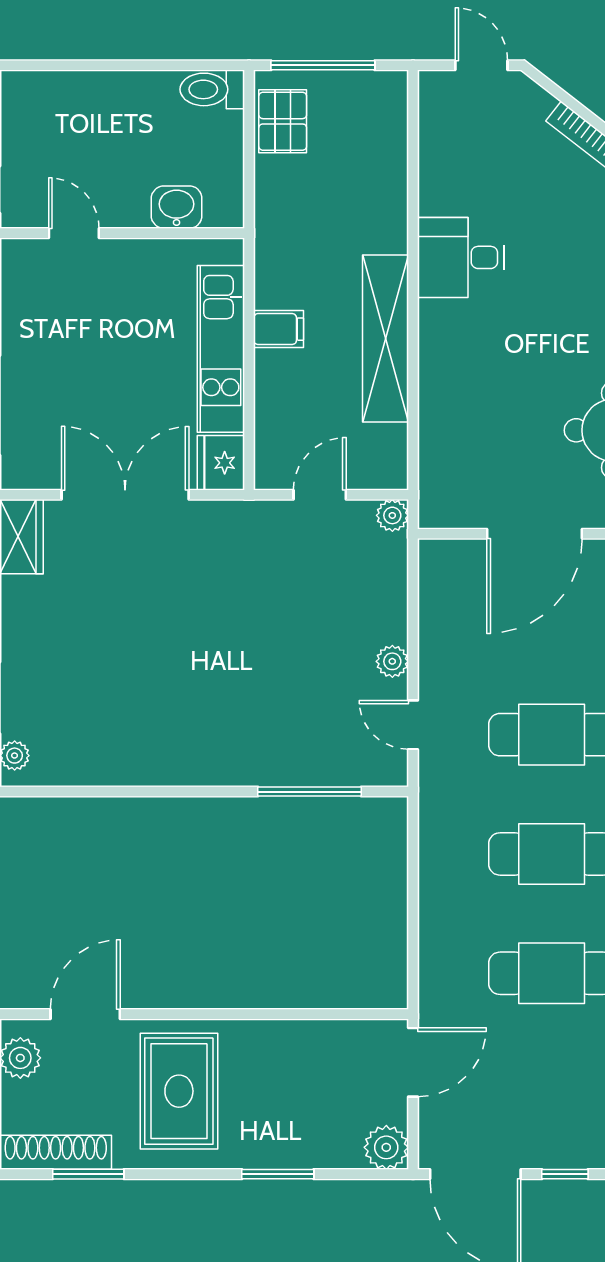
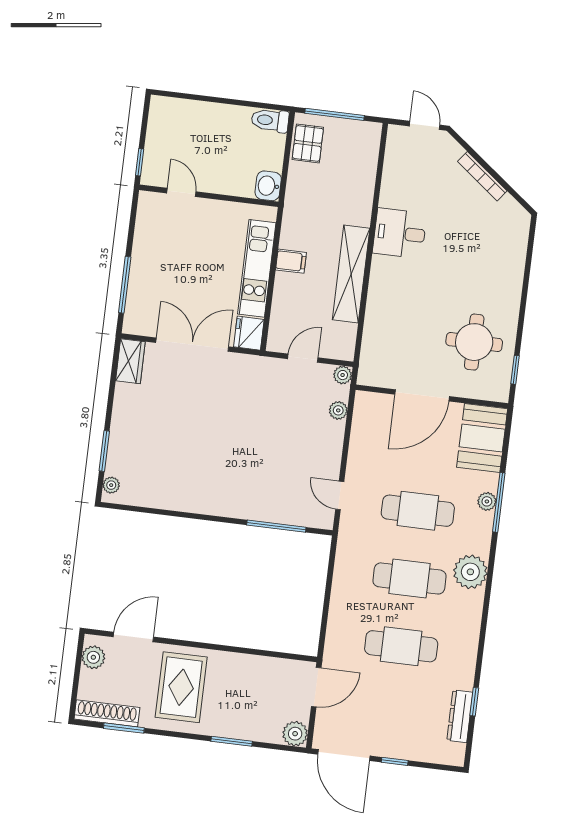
washbasin: (177, 207) -> (268, 186), moved, turned -90
plant: (392, 661) -> (338, 410), moved

